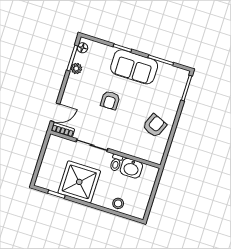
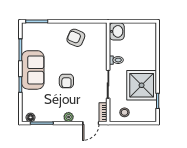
plant: (76, 68) -> (69, 117), moved
armchair: (110, 100) -> (66, 81), turned 90
door: (55, 112) -> (91, 123), swing flipped
washbasin: (131, 168) -> (117, 31), moved
stool: (118, 203) -> (124, 112), moved

